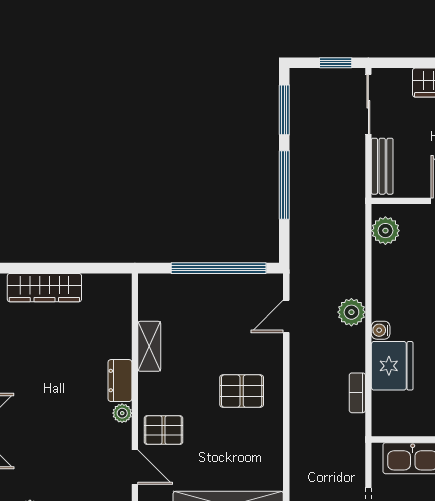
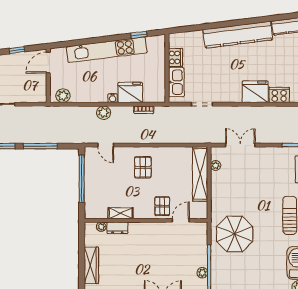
bench: (382, 166) -> (31, 97), removed
dresser: (120, 381) -> (117, 228), moved
plant: (122, 413) -> (101, 227), moved

